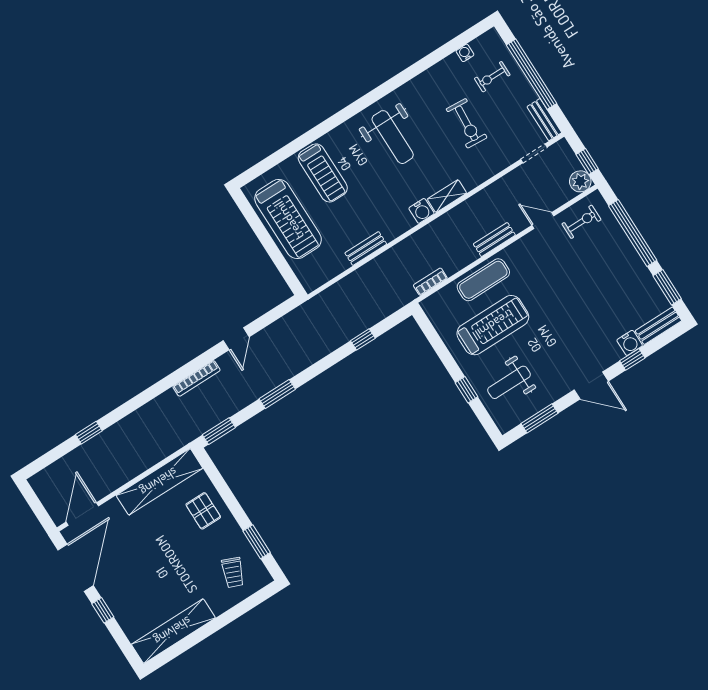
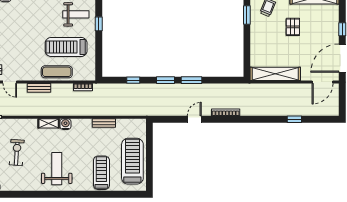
window: (219, 431) -> (166, 80), moved
pallet: (203, 511) -> (293, 27), moved

